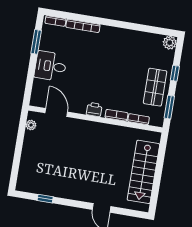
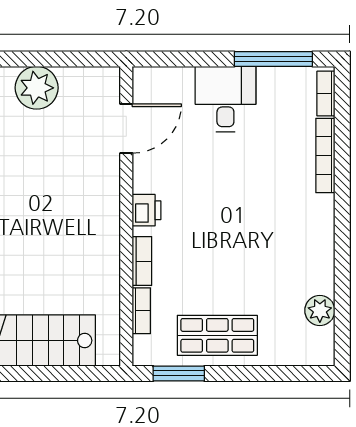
window: (36, 42) -> (273, 59), width x1.44
plant: (170, 43) -> (320, 310), moved
window: (175, 73) -> (255, 373), removed
plant: (31, 125) -> (37, 88), moved, width x1.88, depth x1.88

